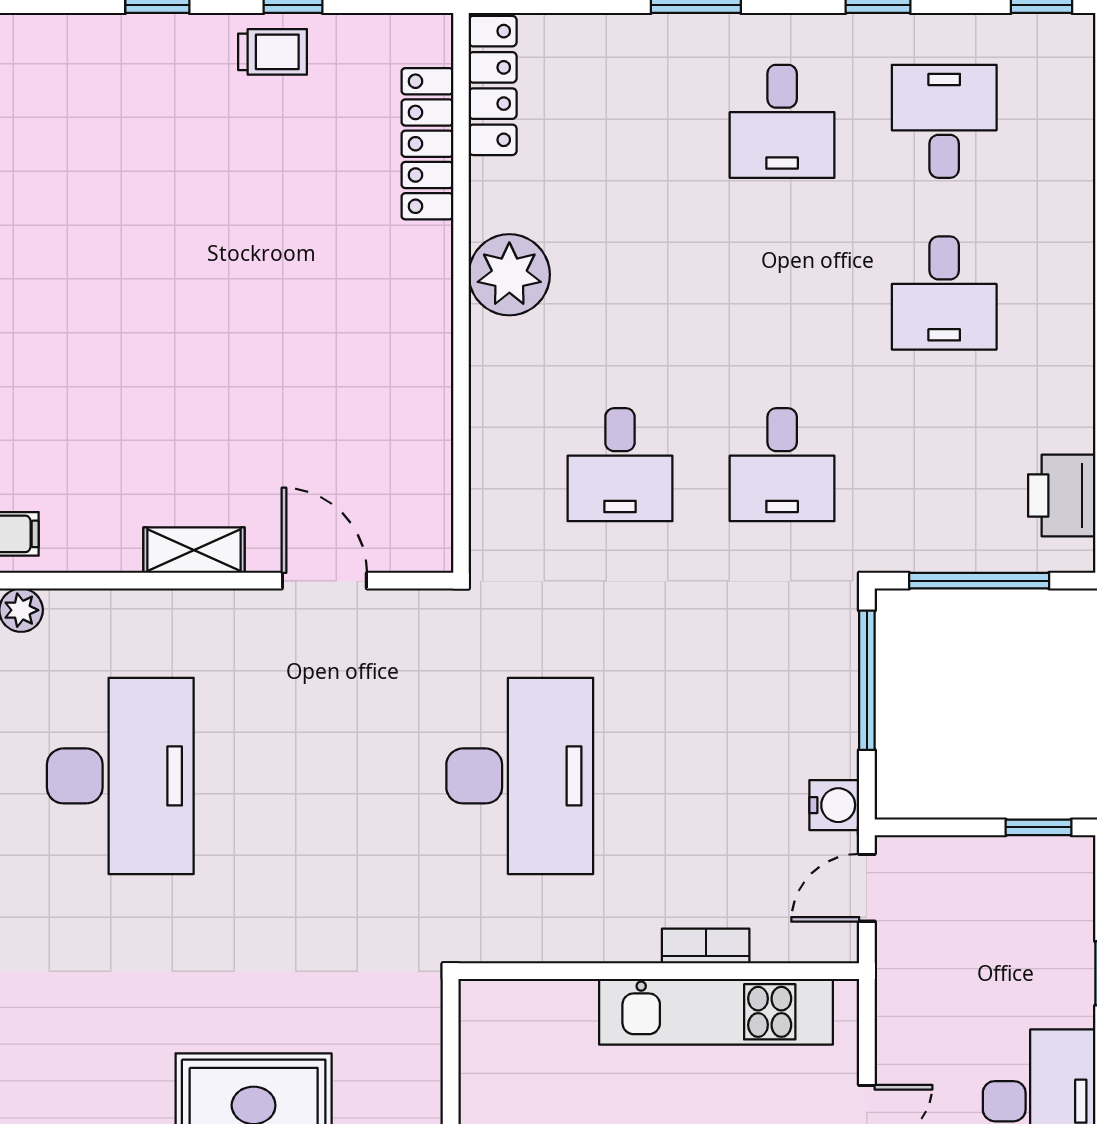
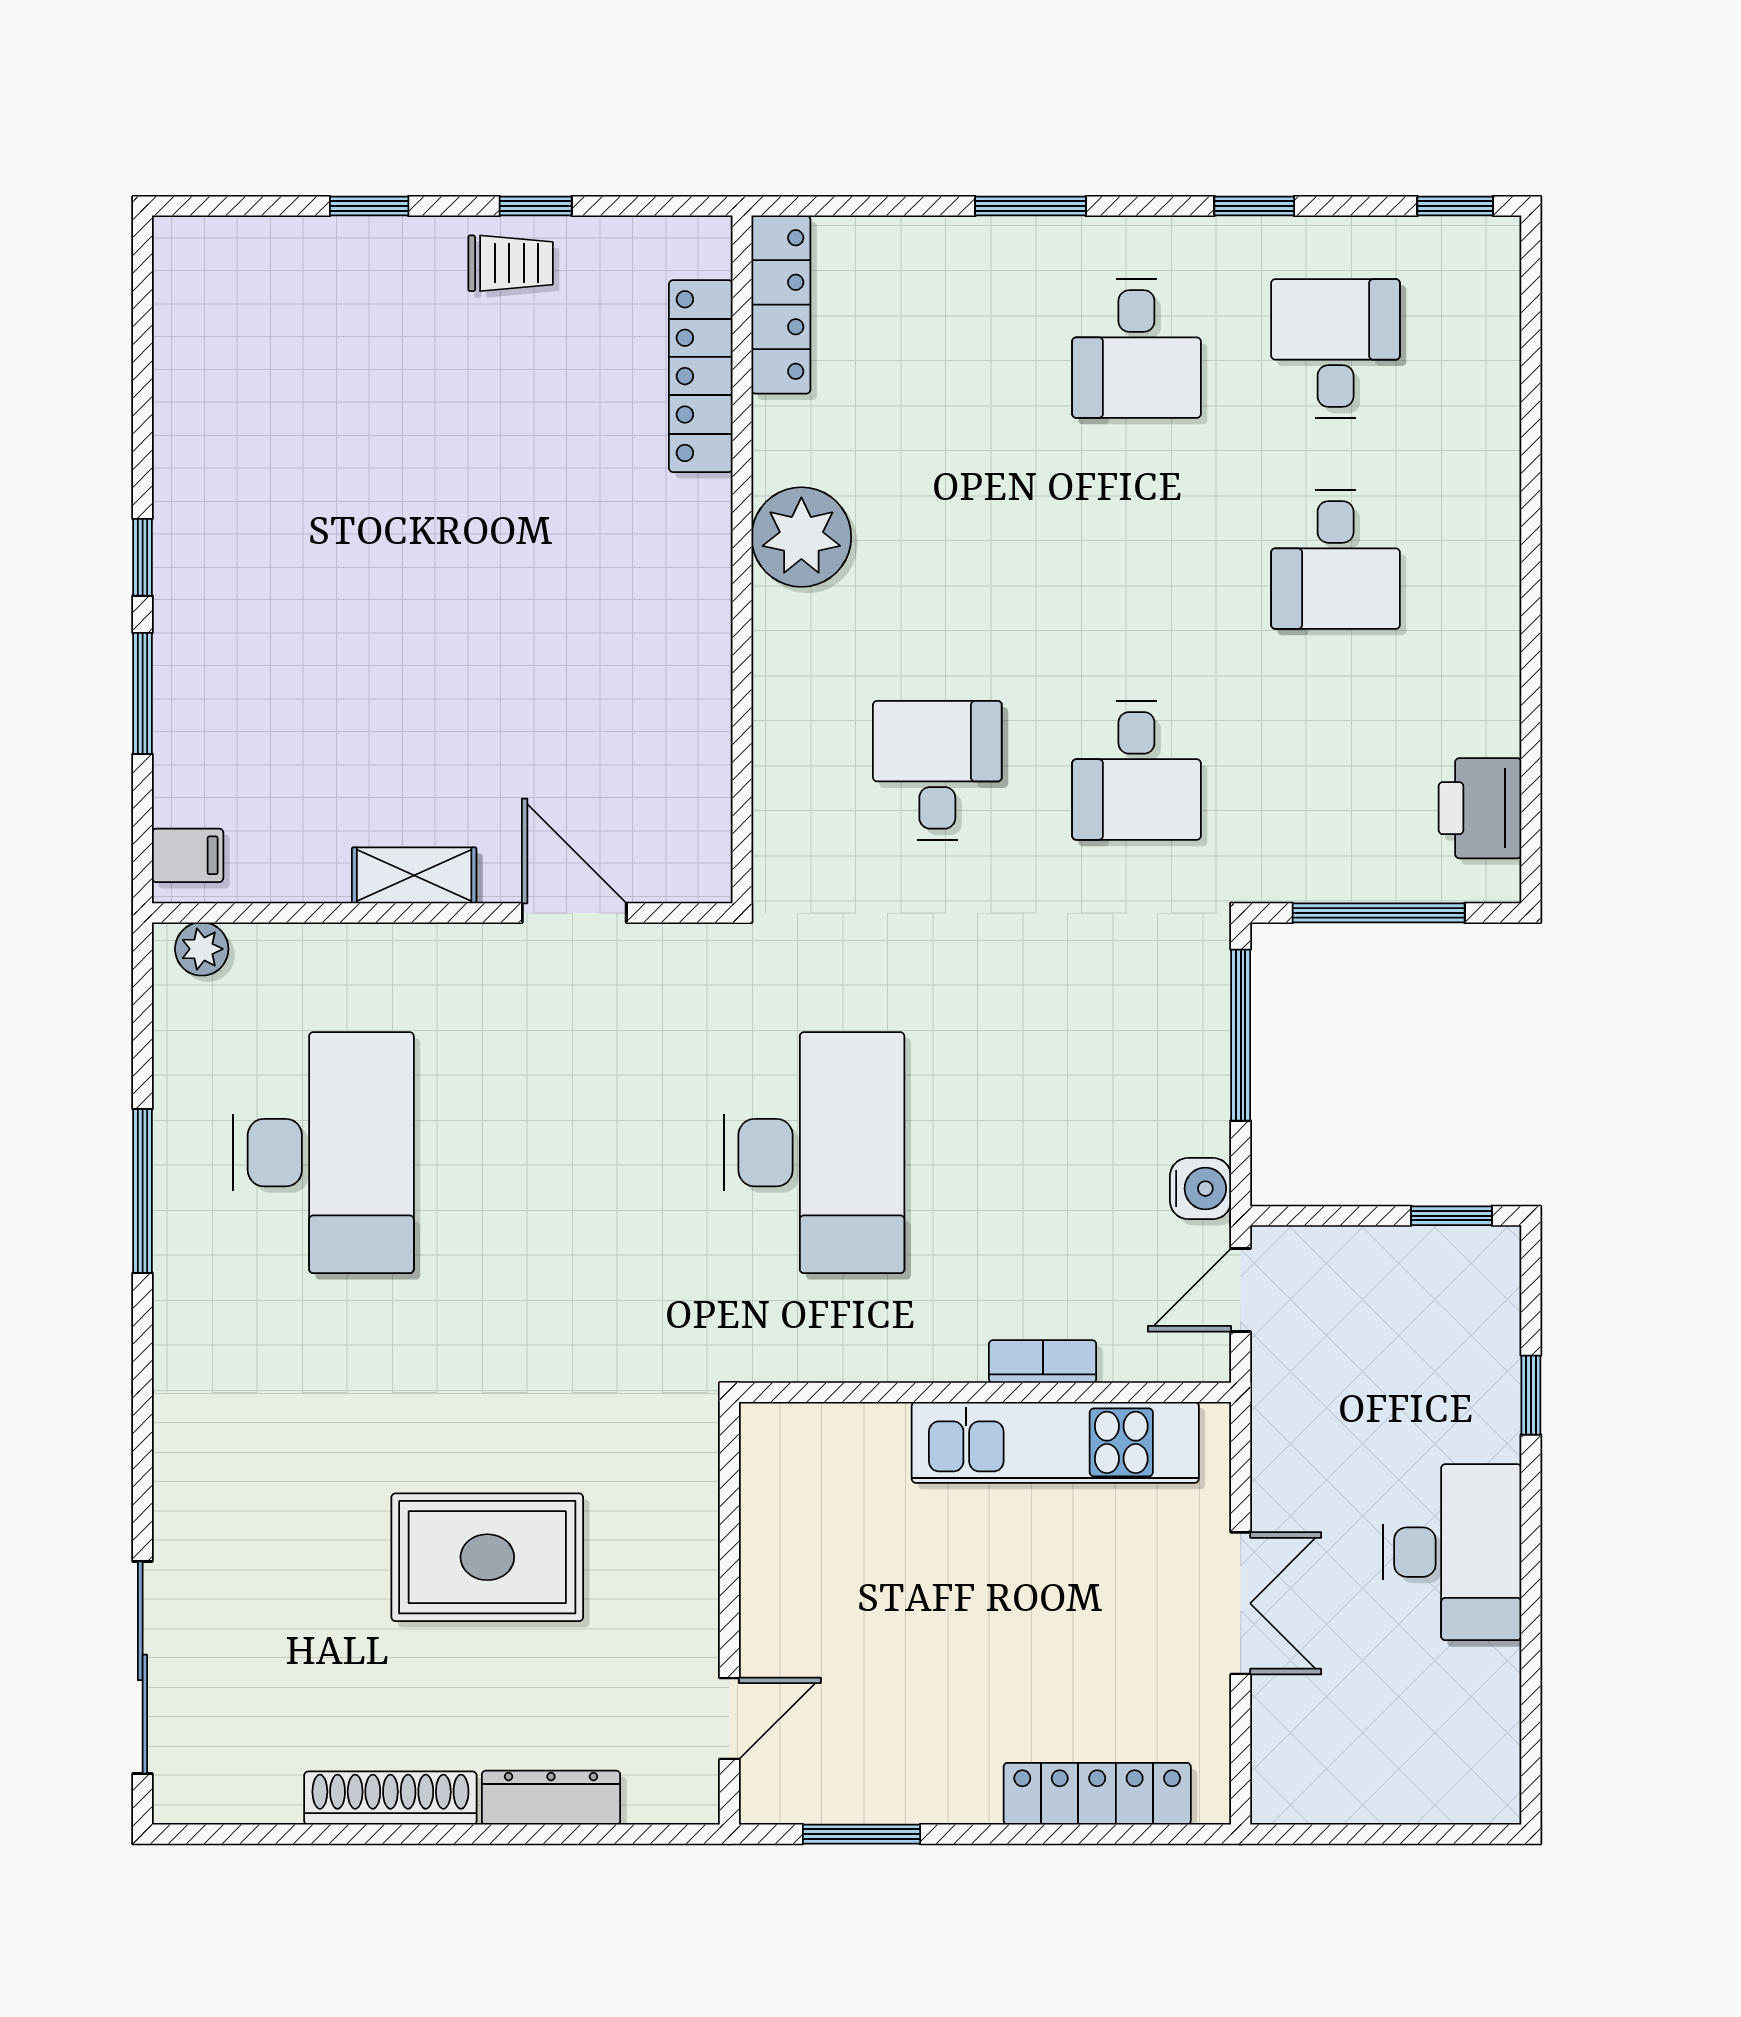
desk: (620, 465) -> (937, 770), turned 180

